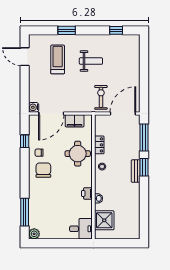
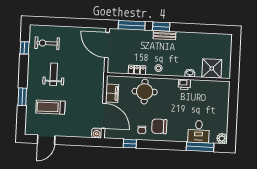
exercise bike: (101, 97) -> (47, 43), moved
desk: (81, 229) -> (199, 132), moved, turned 180

